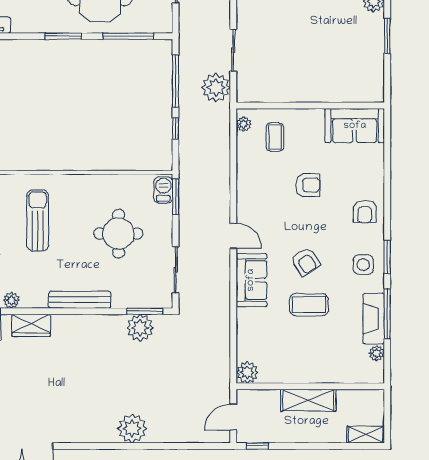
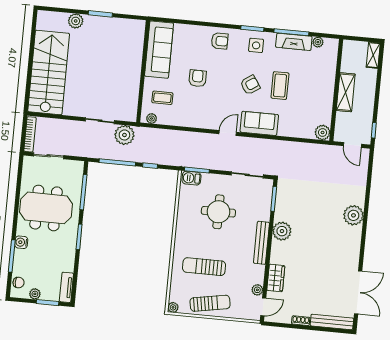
sofa: (355, 126) -> (159, 50), width x1.36
plant: (140, 328) -> (282, 231), moved

